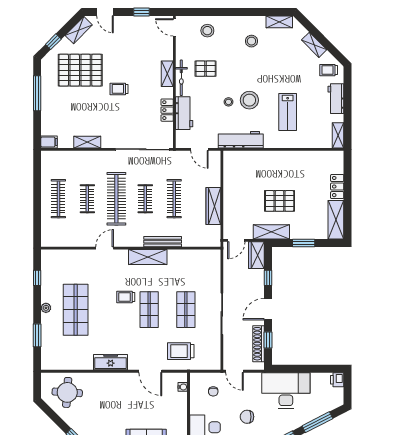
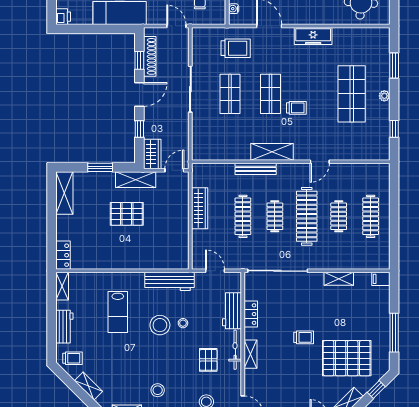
pallet: (206, 69) -> (208, 360), turned 90
lab bench: (288, 112) -> (118, 312), turned 180
locker: (337, 187) -> (63, 255), moved

